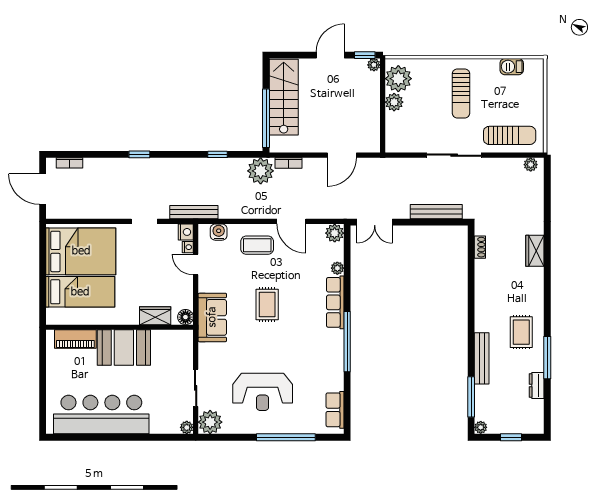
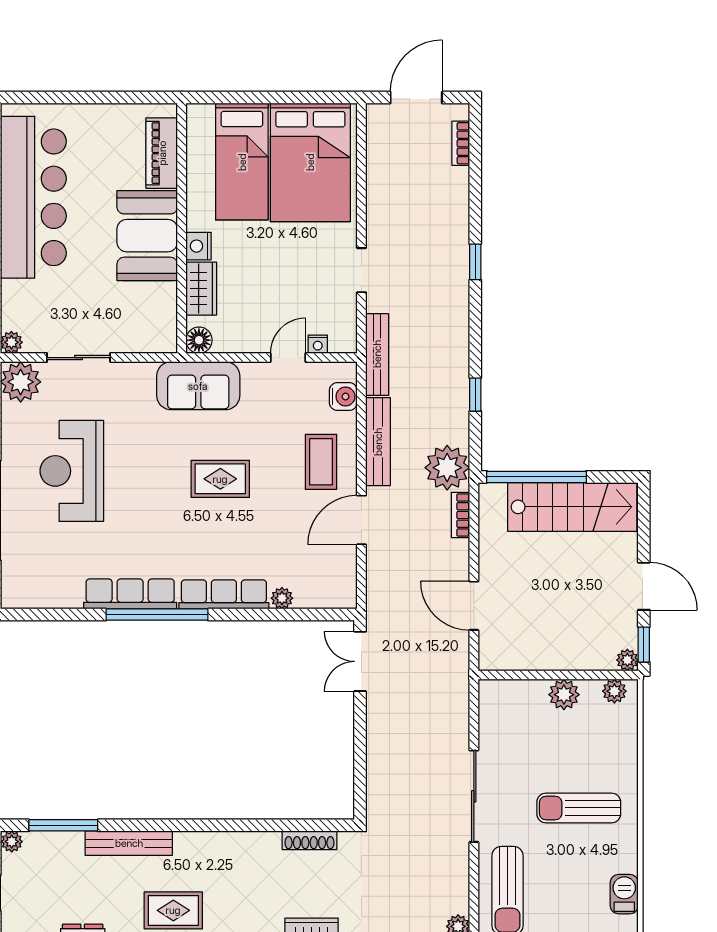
plant: (398, 79) -> (614, 691), width x0.53, depth x0.53
bench: (436, 212) -> (378, 442), moved
nightstand: (186, 232) -> (199, 246), moved, turned 90
plant: (335, 233) -> (342, 593), removed
shoe rack: (480, 247) -> (309, 840), width x1.43
row of seats: (335, 410) -> (130, 594), moved, width x1.48

